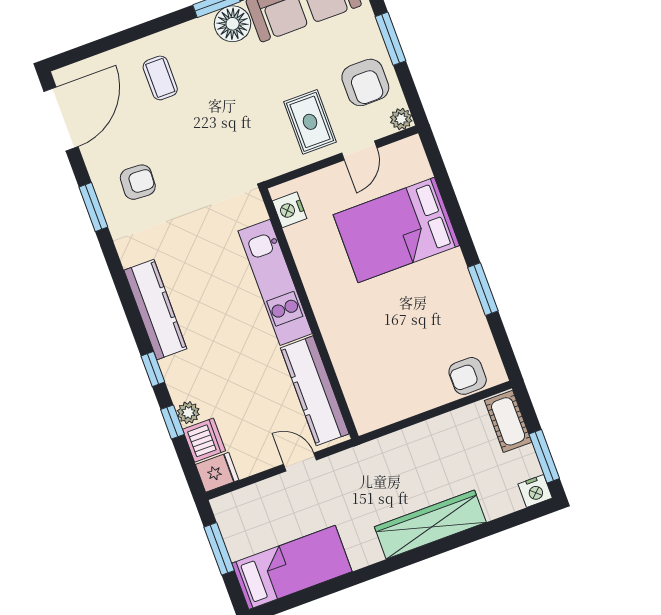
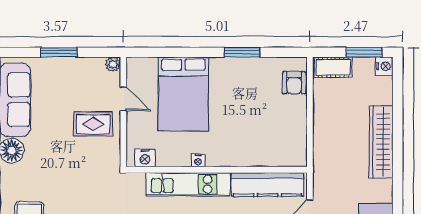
armchair: (365, 82) -> (81, 79), removed
nightstand: (313, 284) -> (198, 161), added

